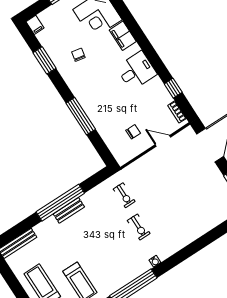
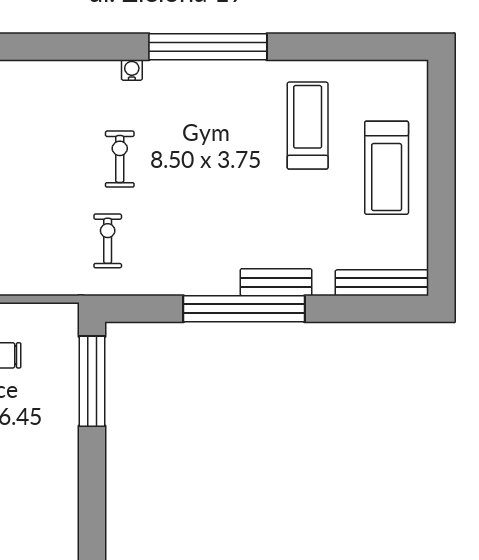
window: (81, 116) -> (92, 381), moved
bench: (69, 210) -> (276, 282), moved

